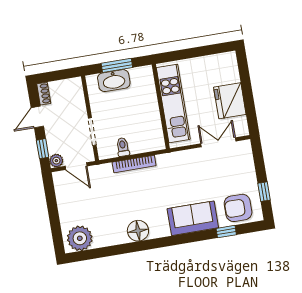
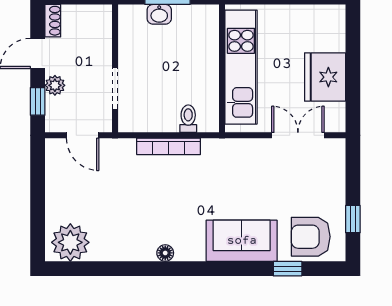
washbasin: (114, 81) -> (159, 14), width x0.52, depth x0.69
toilet: (123, 147) -> (188, 119), moved
plant: (56, 161) -> (55, 85), moved
floor lamp: (138, 231) -> (165, 253), width x0.53, depth x0.53

